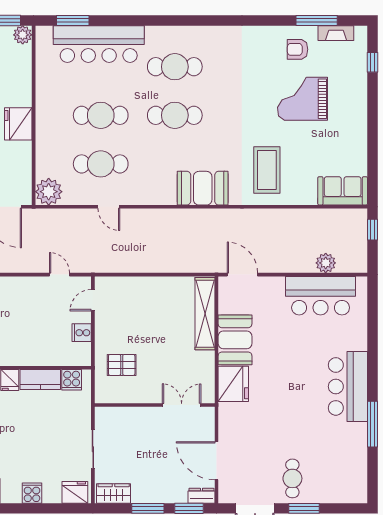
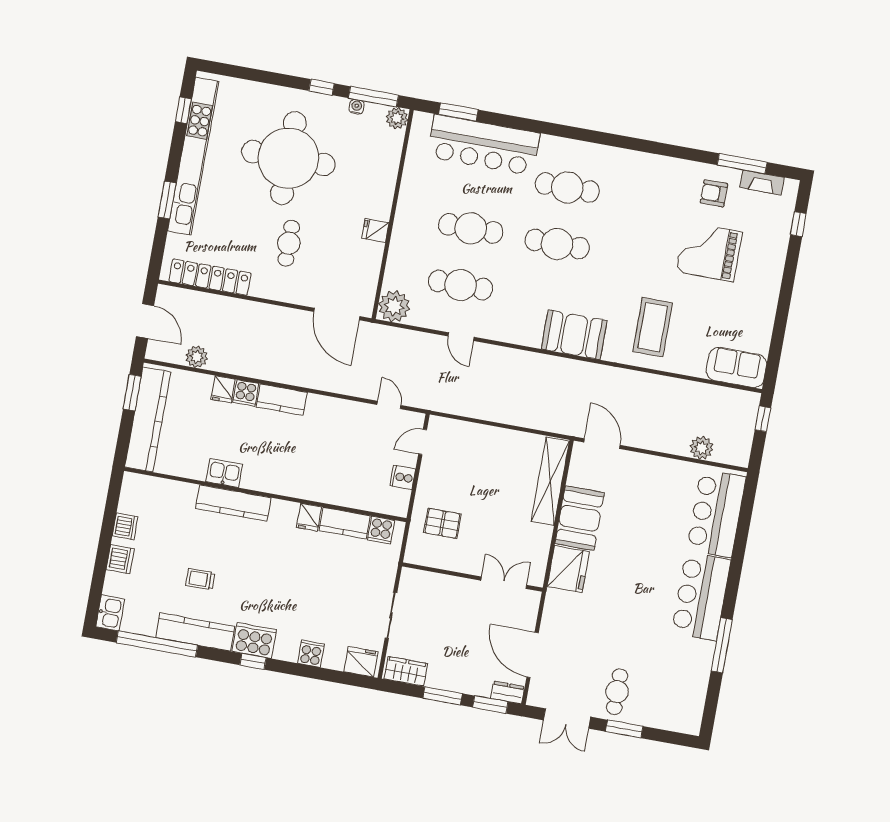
fridge: (18, 124) -> (375, 230), width x0.53, depth x0.75
bar counter: (321, 296) -> (716, 513), moved, turned 90

